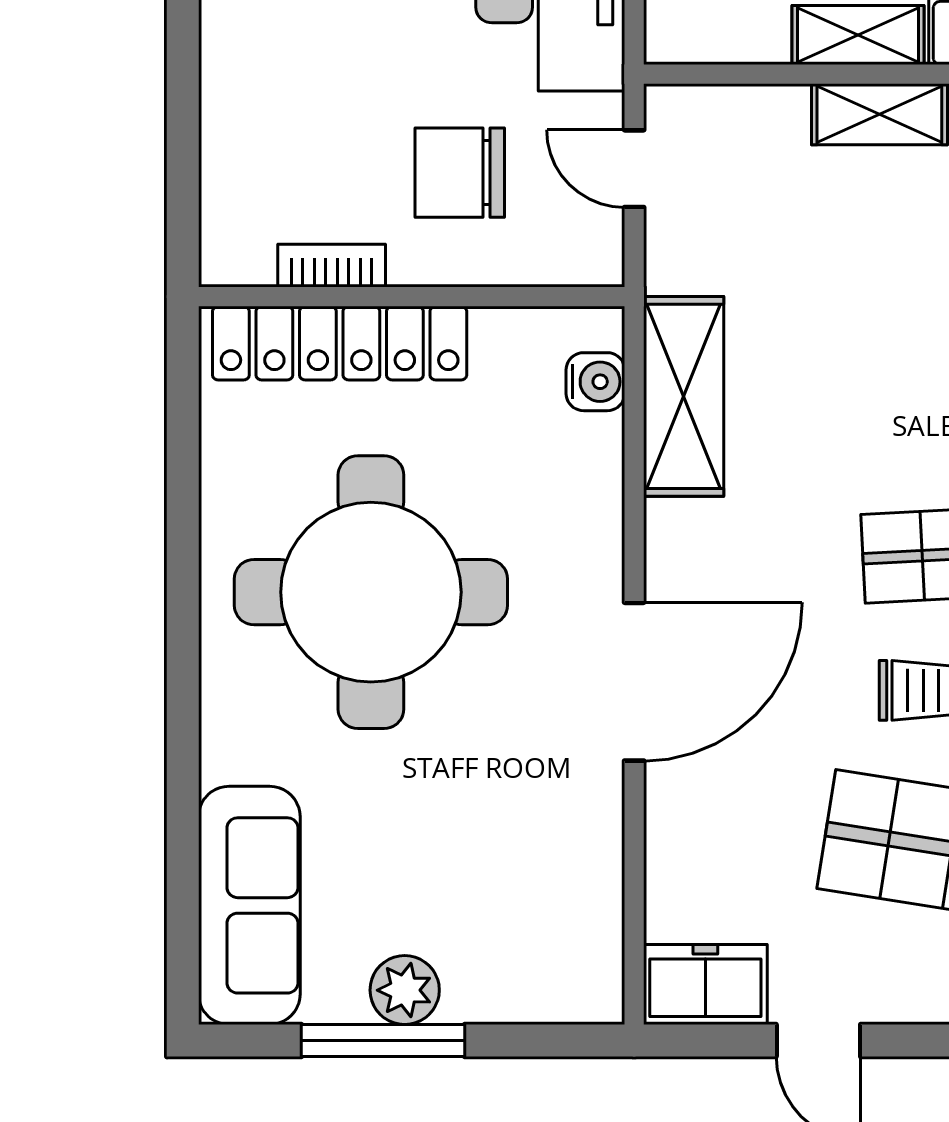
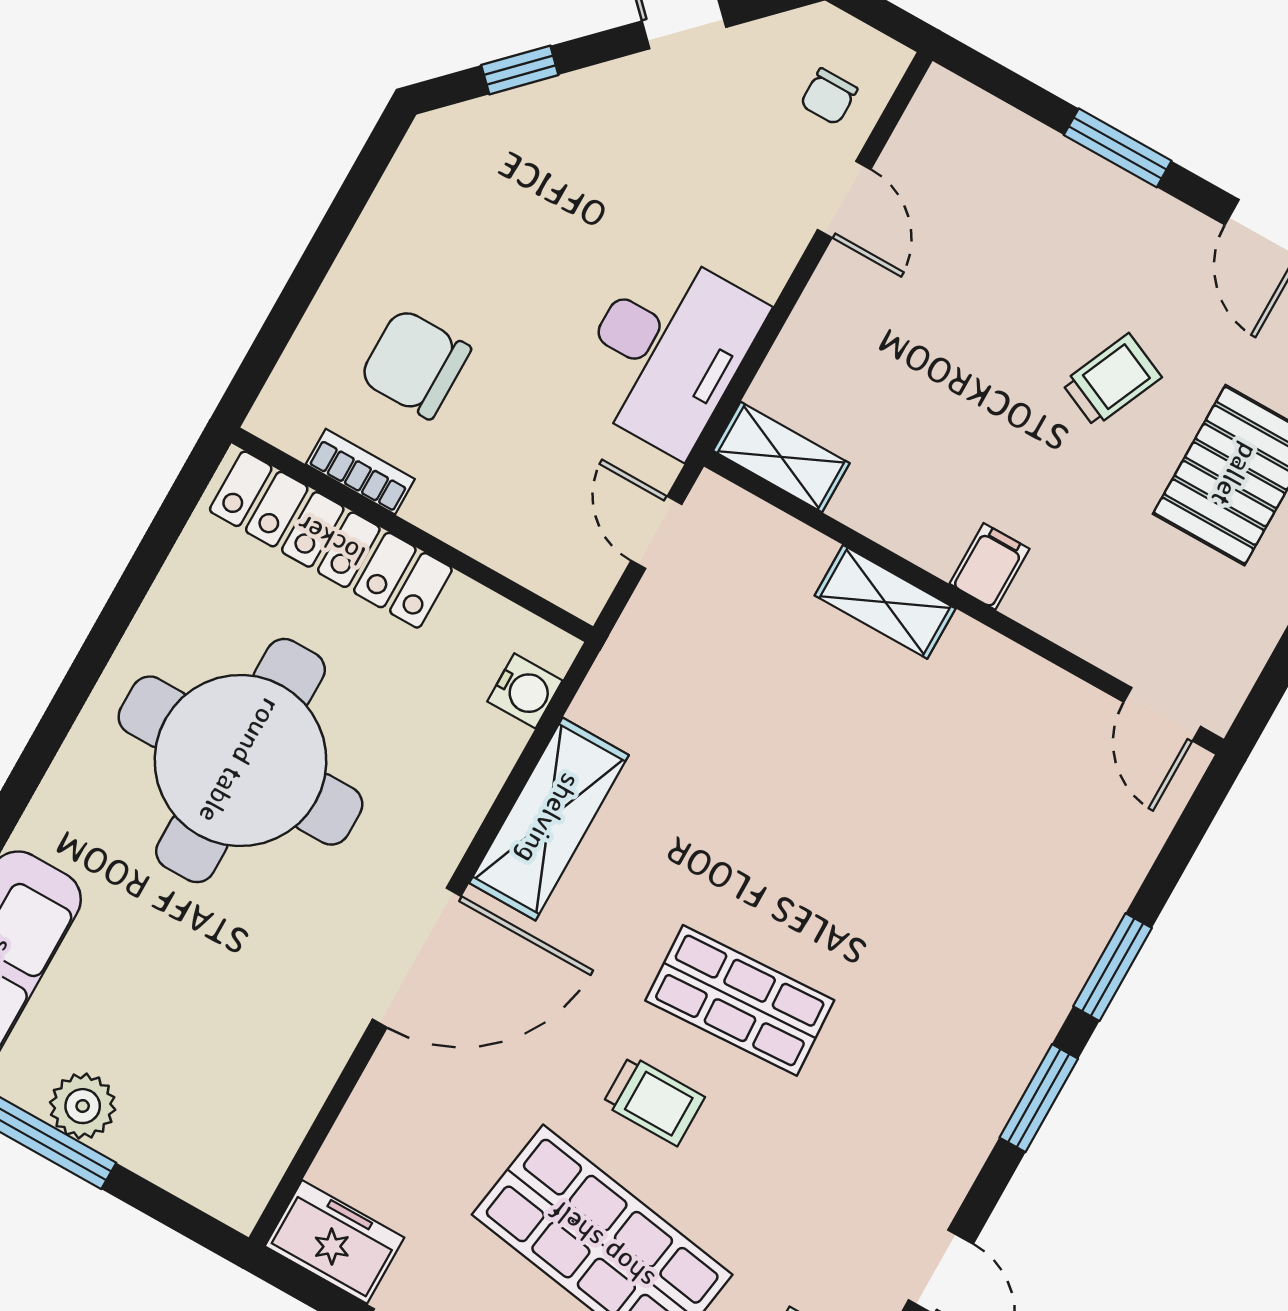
shelving: (858, 35) -> (781, 457), moved
chair: (460, 173) -> (415, 364), moved
shelving: (684, 396) -> (549, 819), moved

